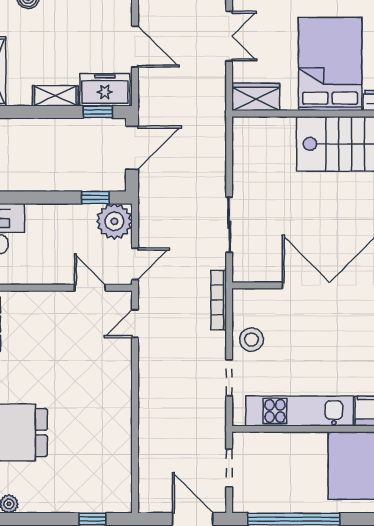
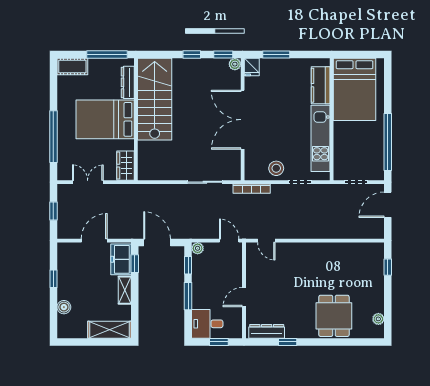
window: (46, 198) -> (188, 296), added
plant: (114, 221) -> (198, 248), width x0.53, depth x0.53
door: (90, 288) -> (244, 297), moved

